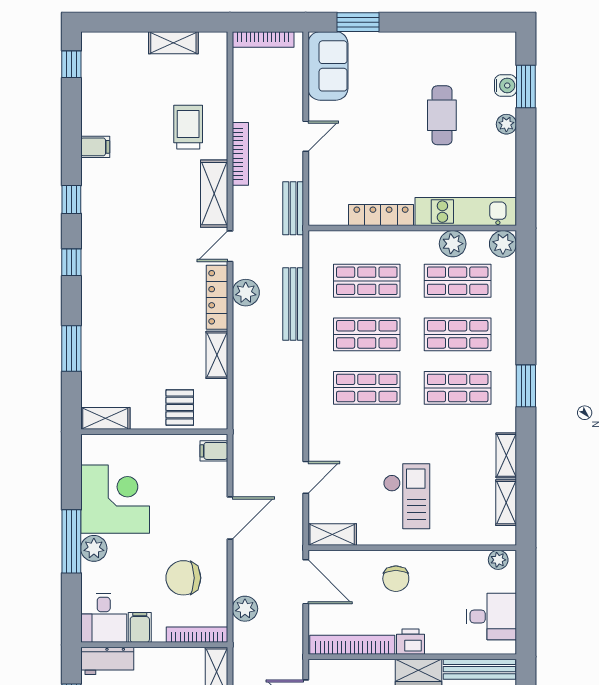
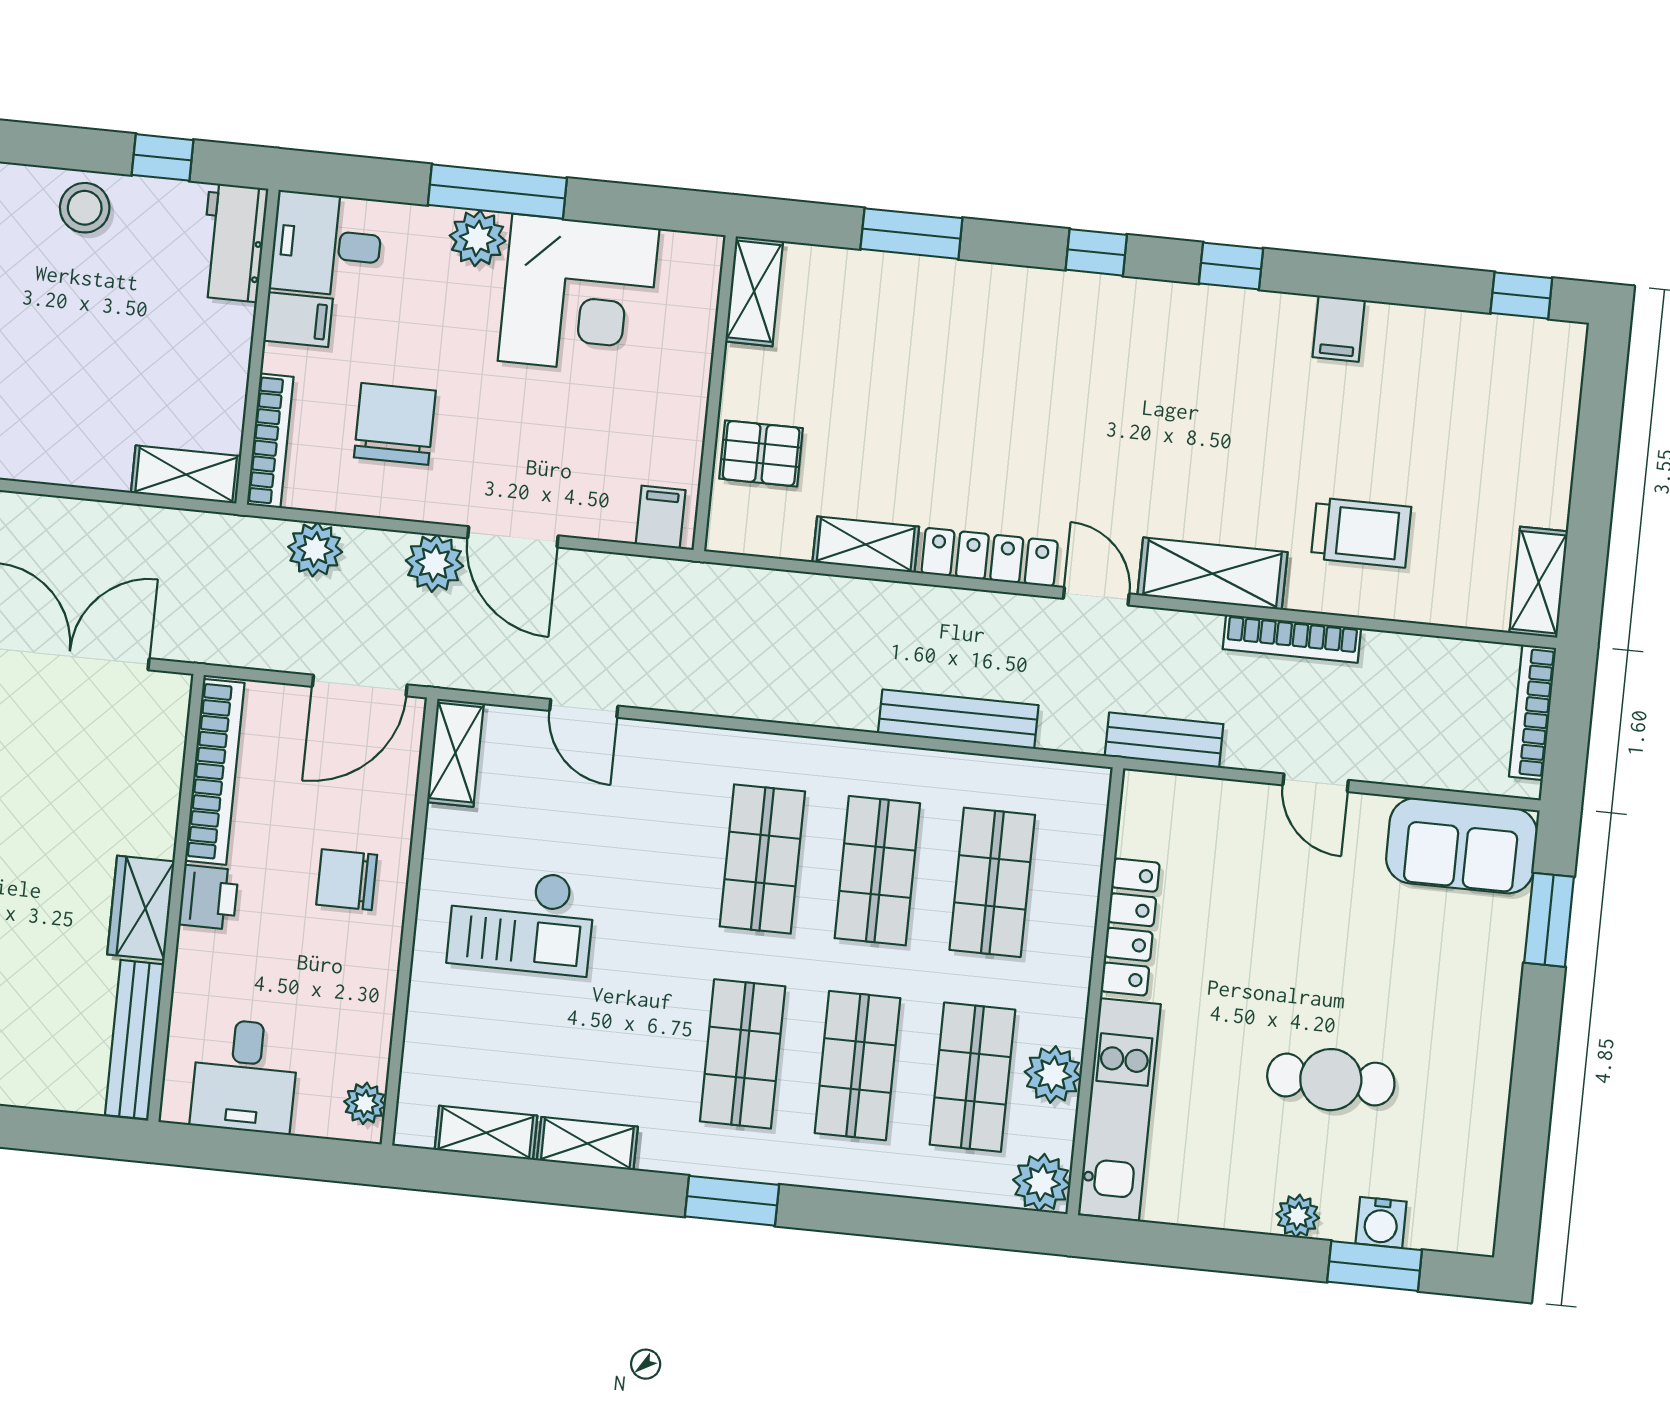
shelving: (173, 43) -> (1539, 582), moved
plant: (246, 293) -> (434, 563), moved

